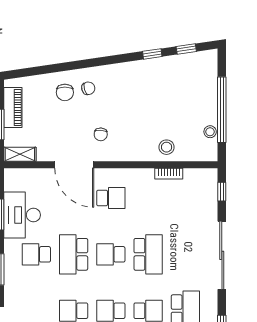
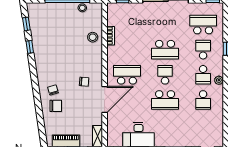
school desk: (111, 198) -> (127, 75), width x1.85
school desk: (36, 254) -> (165, 125), removed
school desk: (111, 254) -> (165, 75), turned 180
school desk: (148, 254) -> (165, 50), turned 180

